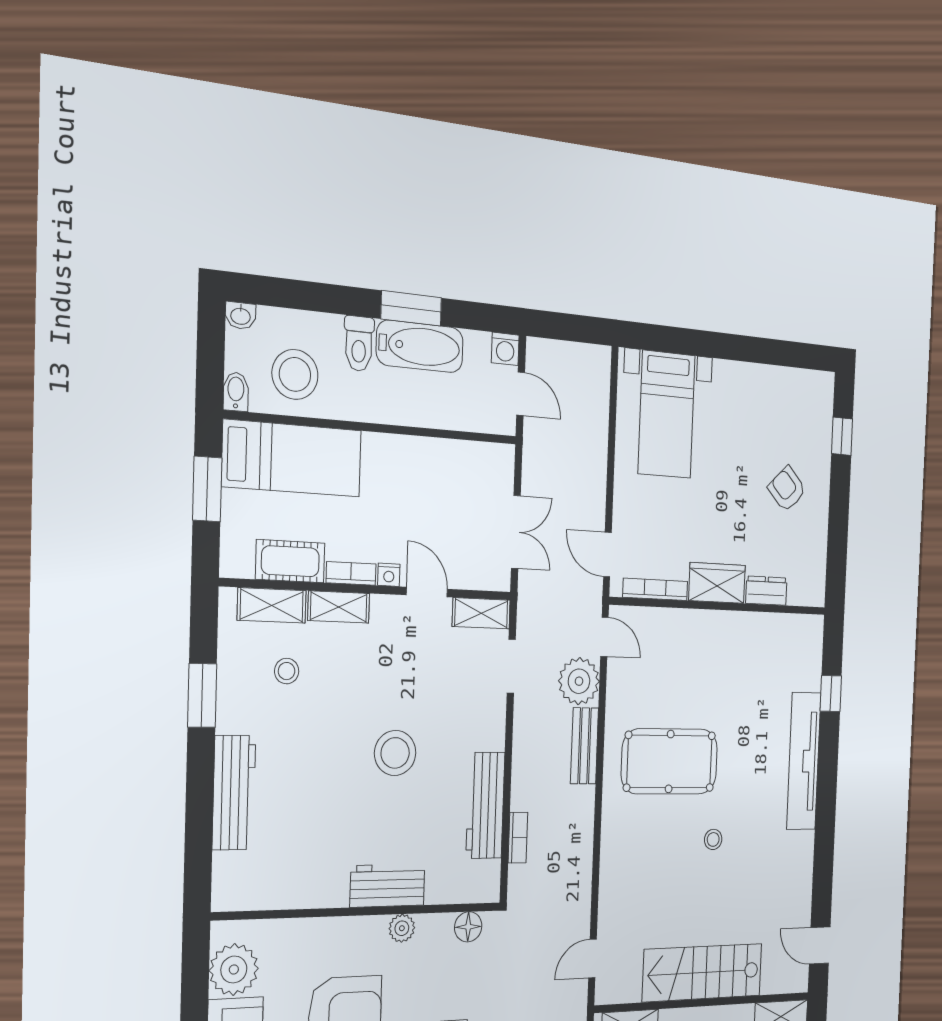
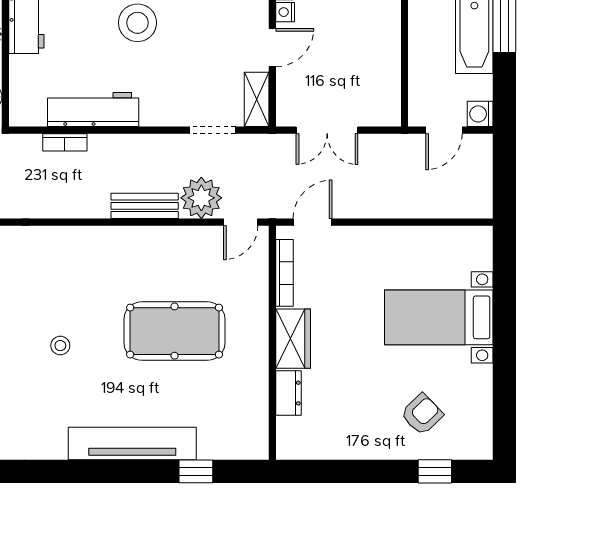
bed with nightstands: (667, 414) -> (439, 317), moved
armchair: (787, 489) -> (422, 414), moved
pool table: (670, 761) -> (175, 331), moved, turned 90

